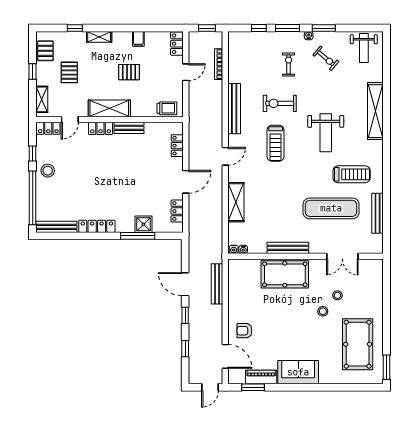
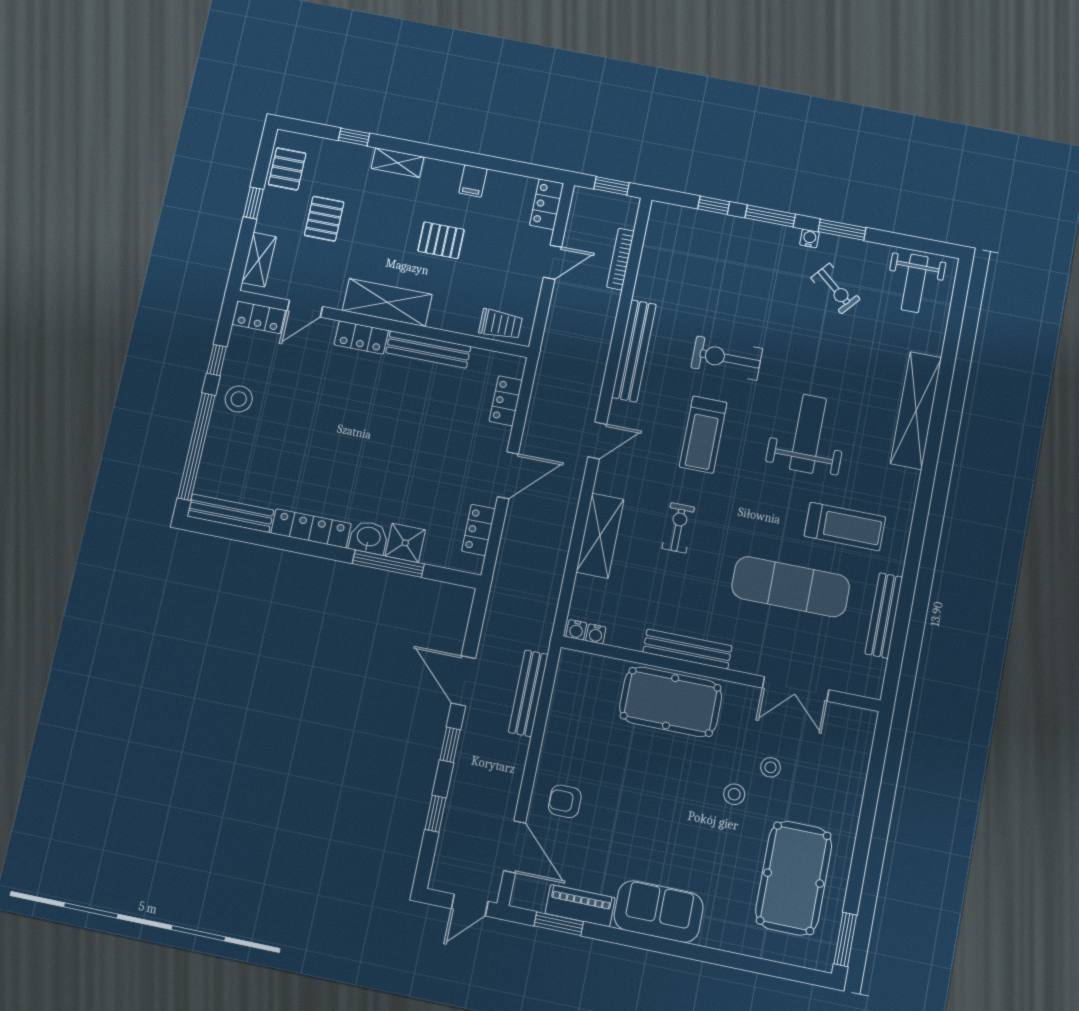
exercise bike: (289, 64) -> (678, 528), moved
bench: (129, 128) -> (428, 349), width x1.36
weight bench: (326, 133) -> (808, 434), turned 180
washbasin: (125, 225) -> (369, 537), added

